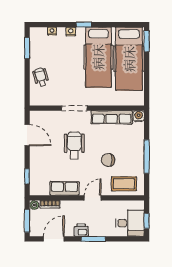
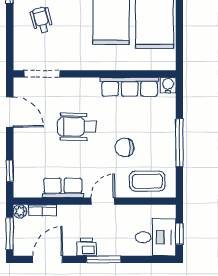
wheelchair: (41, 77) -> (42, 20), moved
doorway: (74, 108) -> (42, 74), moved
wheelchair: (74, 145) -> (77, 127), turned -90

